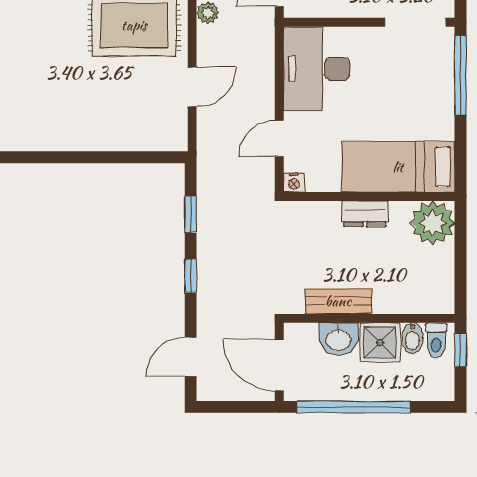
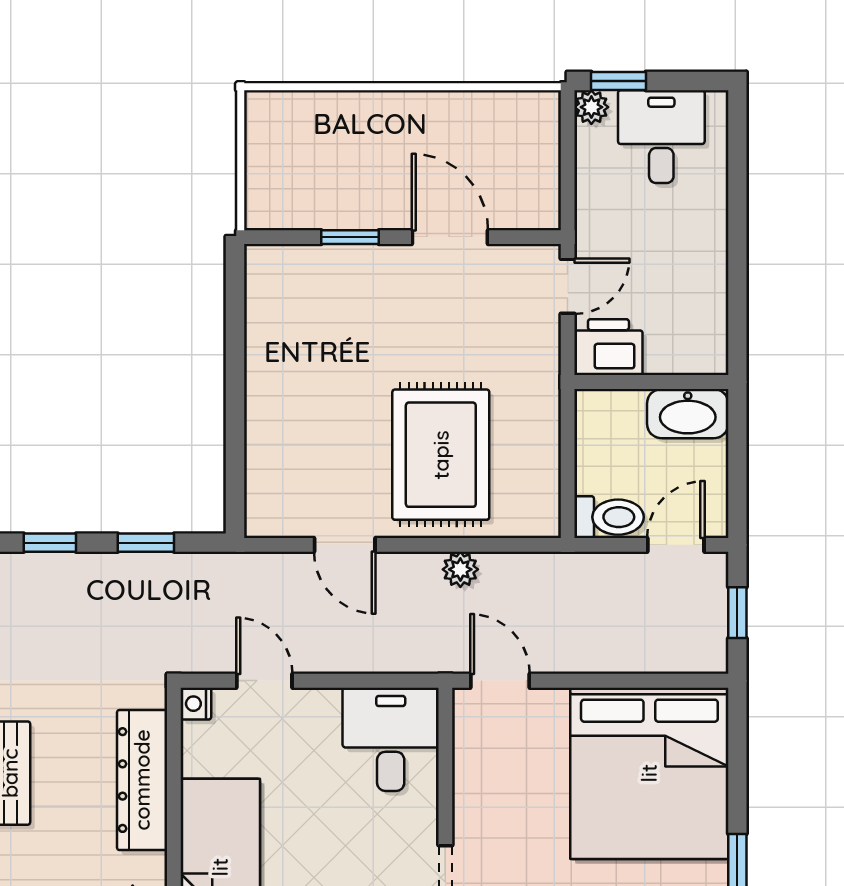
desk: (317, 69) -> (391, 739), width x0.73
dresser: (365, 214) -> (142, 780), width x1.96, depth x1.24

